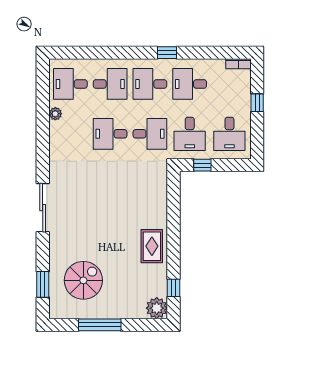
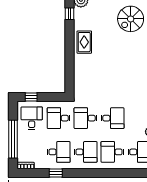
window: (167, 53) -> (56, 173), moved
window: (257, 103) -> (13, 139), width x3.17
desk: (190, 134) -> (59, 118), turned -90
window: (202, 165) -> (31, 97), moved

